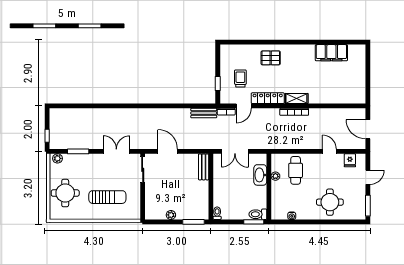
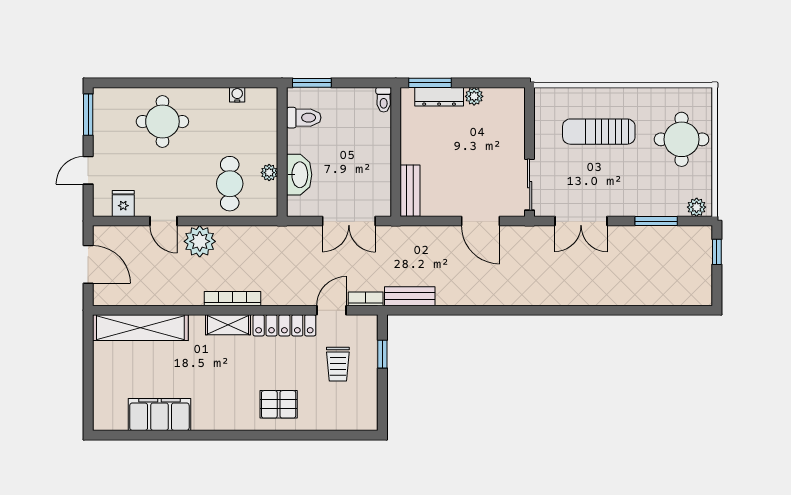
shelving: (341, 97) -> (140, 328), added
plant: (311, 141) -> (200, 241), added
double door: (235, 151) -> (349, 221), swing flipped
toilet: (258, 214) -> (304, 118), moved
dresser: (189, 215) -> (439, 97), added

